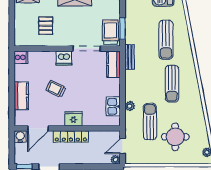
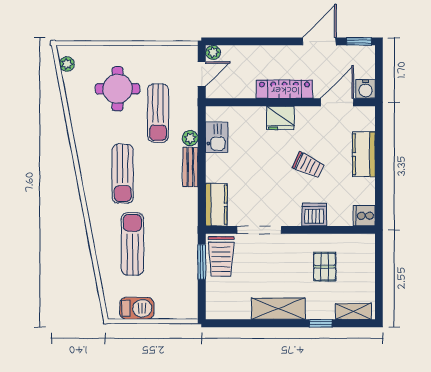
bench: (130, 57) -> (190, 167), moved
dishwasher: (64, 58) -> (314, 215), moved
sun lounger: (172, 84) -> (123, 174), turned 180

